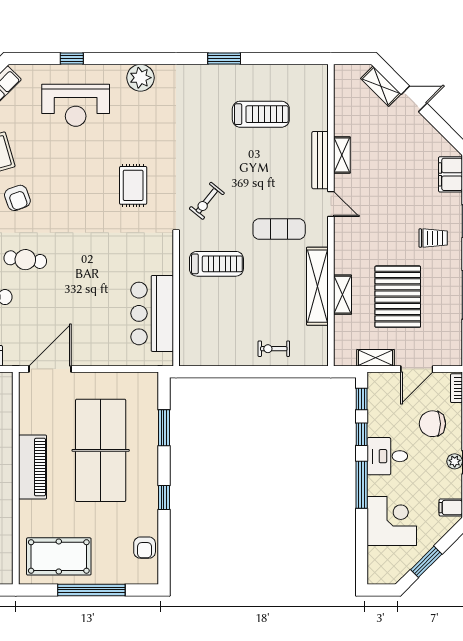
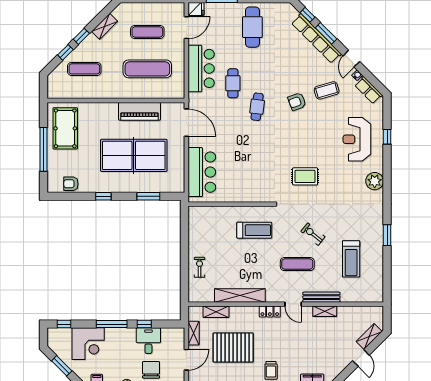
exercise bike: (207, 201) -> (313, 234), moved
door: (331, 204) -> (293, 304), hinge flipped
exercise mat: (279, 229) -> (297, 264), moved, turned 90
locker: (342, 240) -> (270, 312), added
treadmill: (216, 264) -> (254, 230), turned -90
shelving: (343, 295) -> (216, 312), moved
bar counter: (152, 313) -> (202, 172), moved, turned 90
door: (417, 369) -> (186, 360), swing flipped
window: (362, 399) -> (64, 324), moved
desk: (387, 456) -> (148, 341), moved
piano: (32, 467) -> (139, 111), moved

